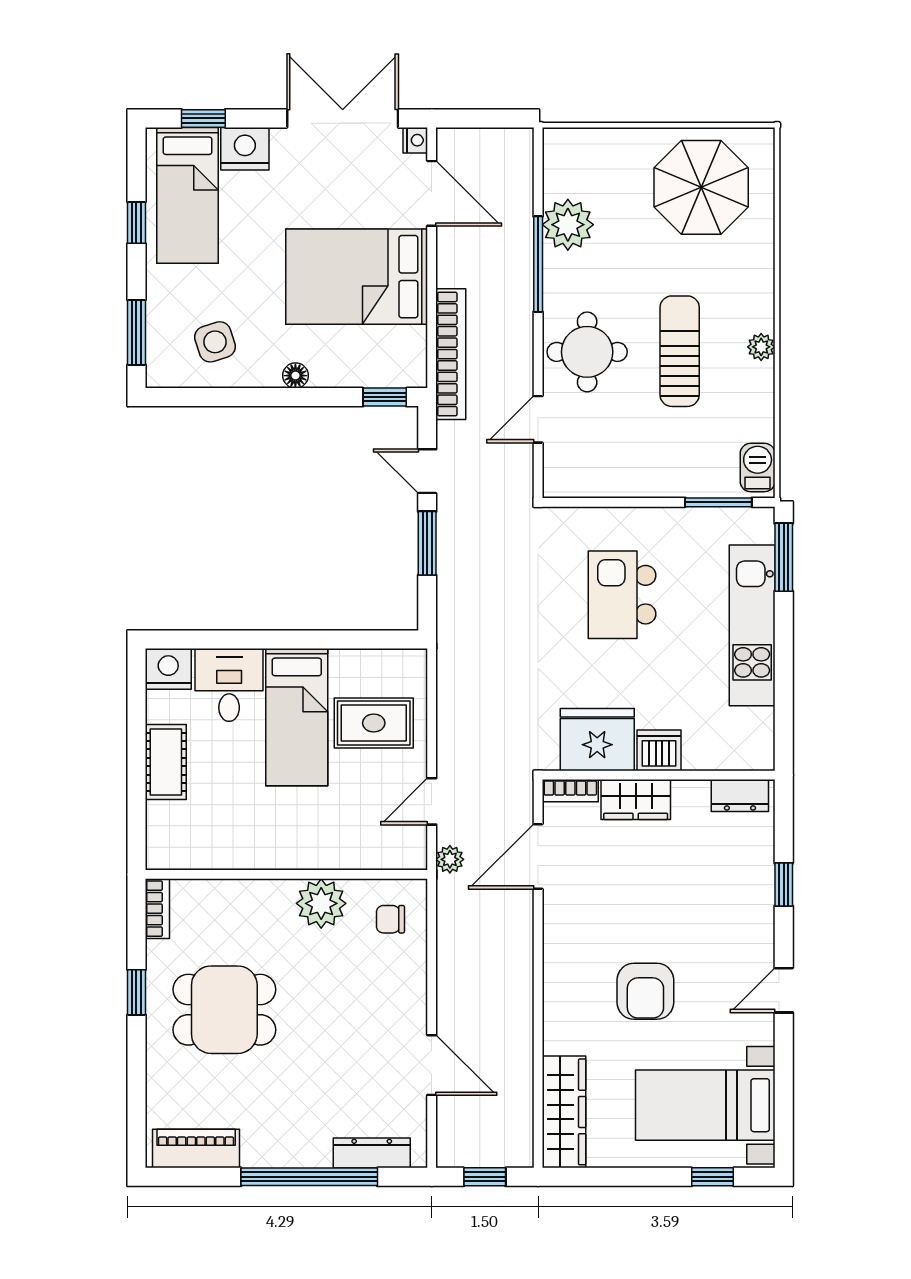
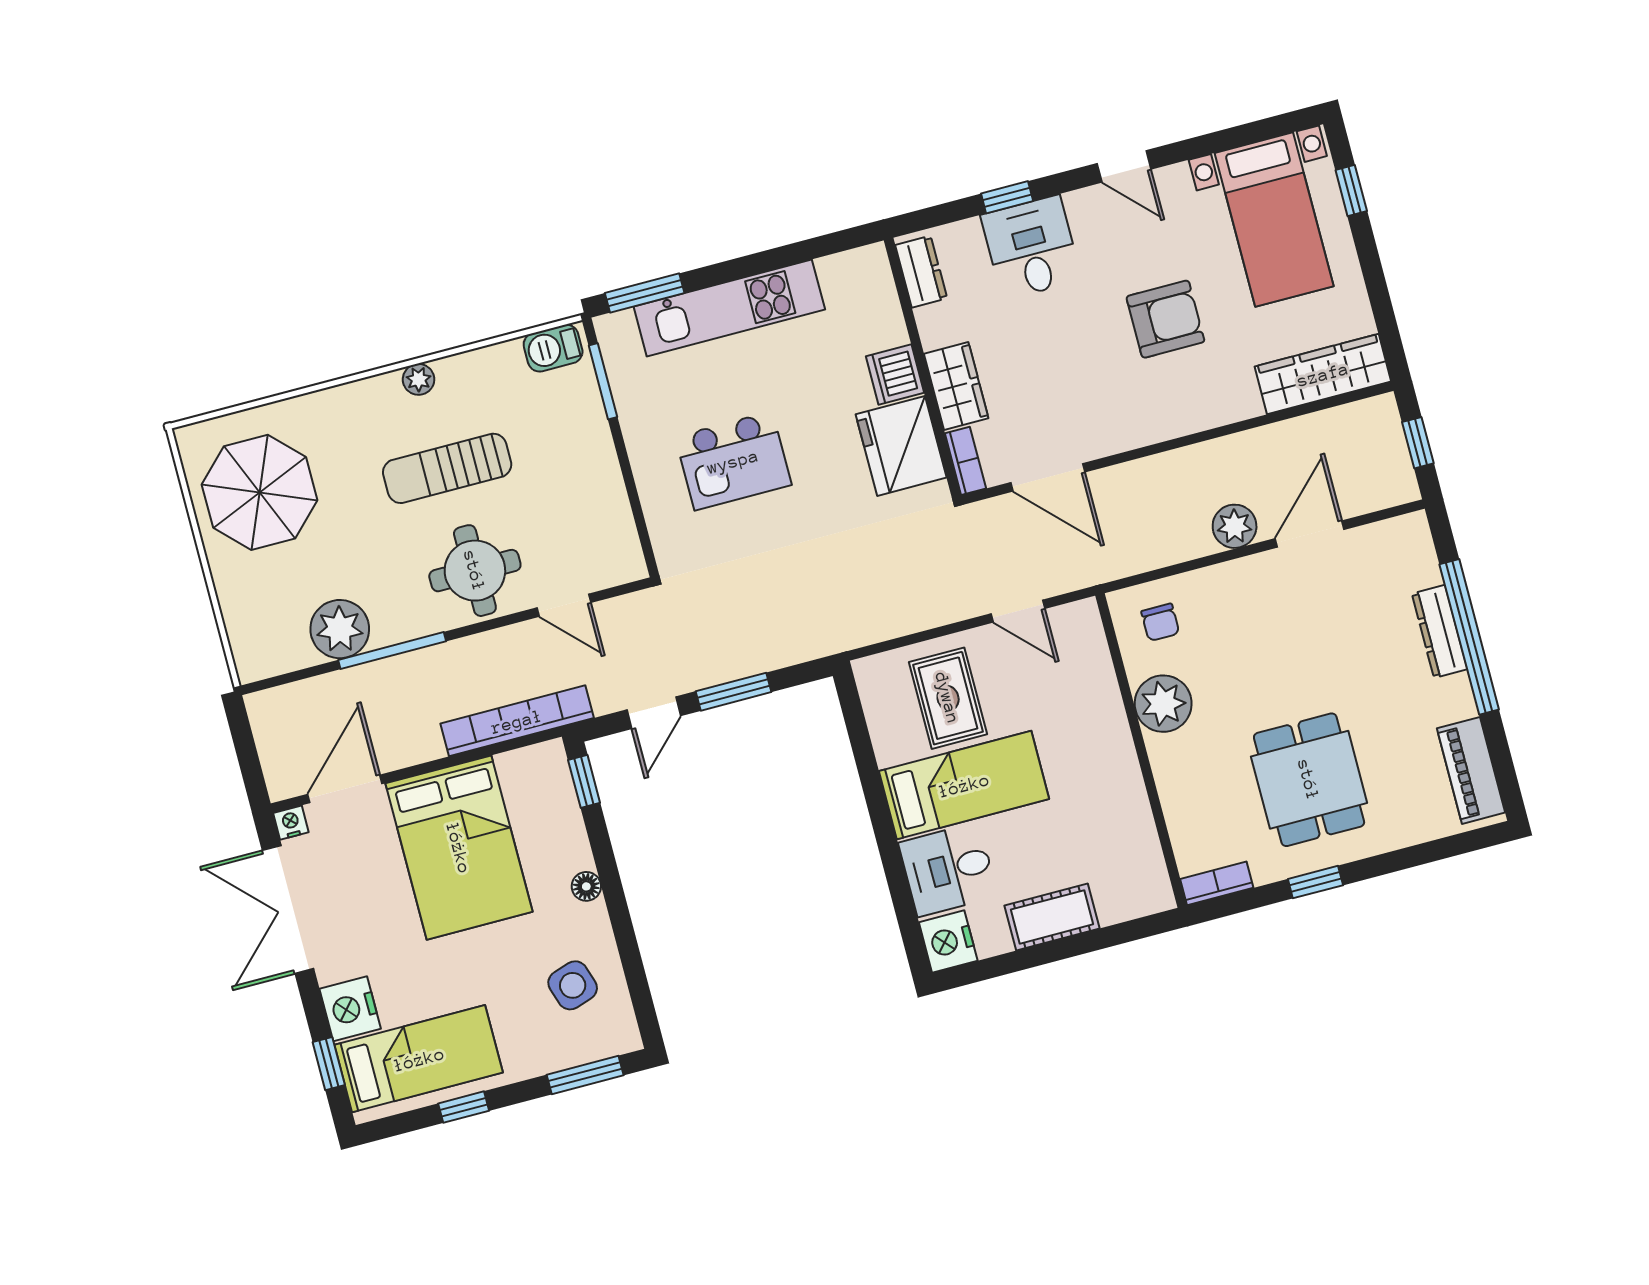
plant: (450, 859) -> (1235, 526), moved, width x1.38, depth x1.38
desk: (736, 894) -> (1031, 247), added
dresser: (372, 1153) -> (1439, 631), moved

